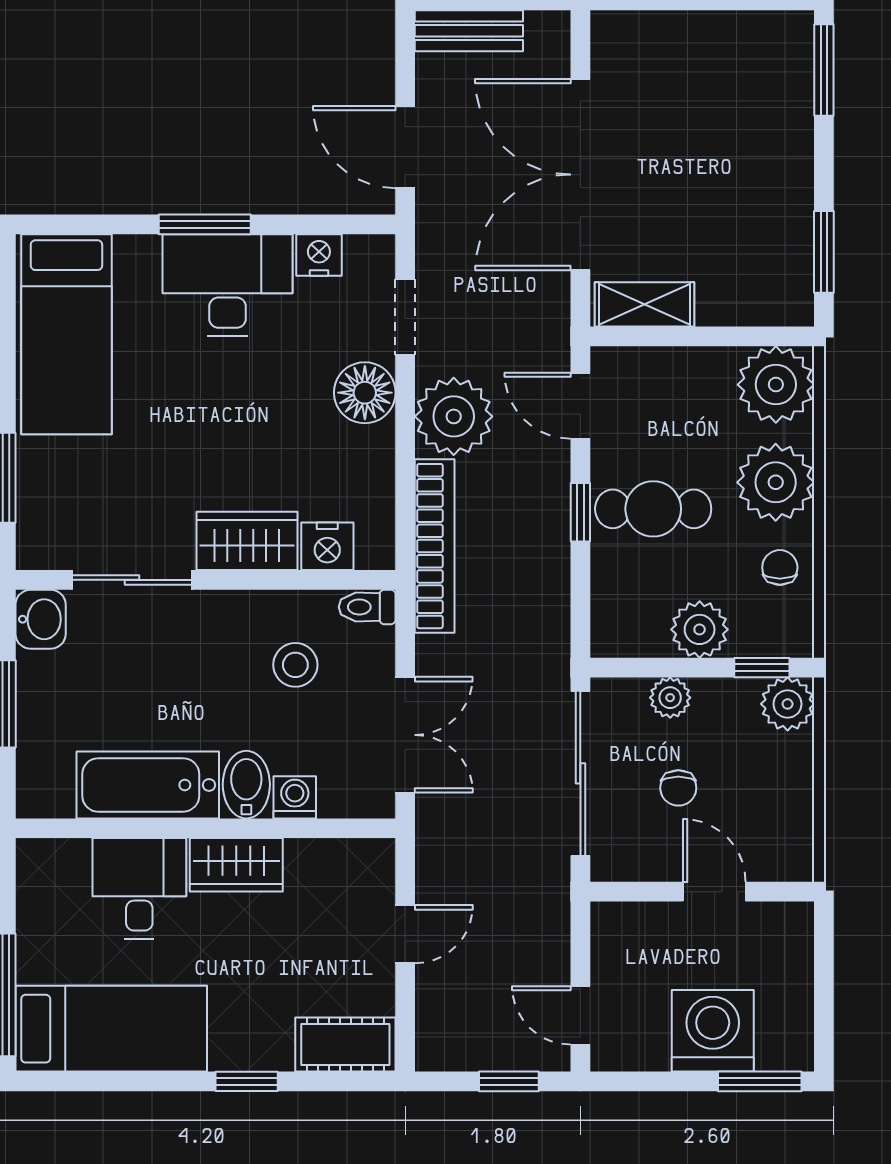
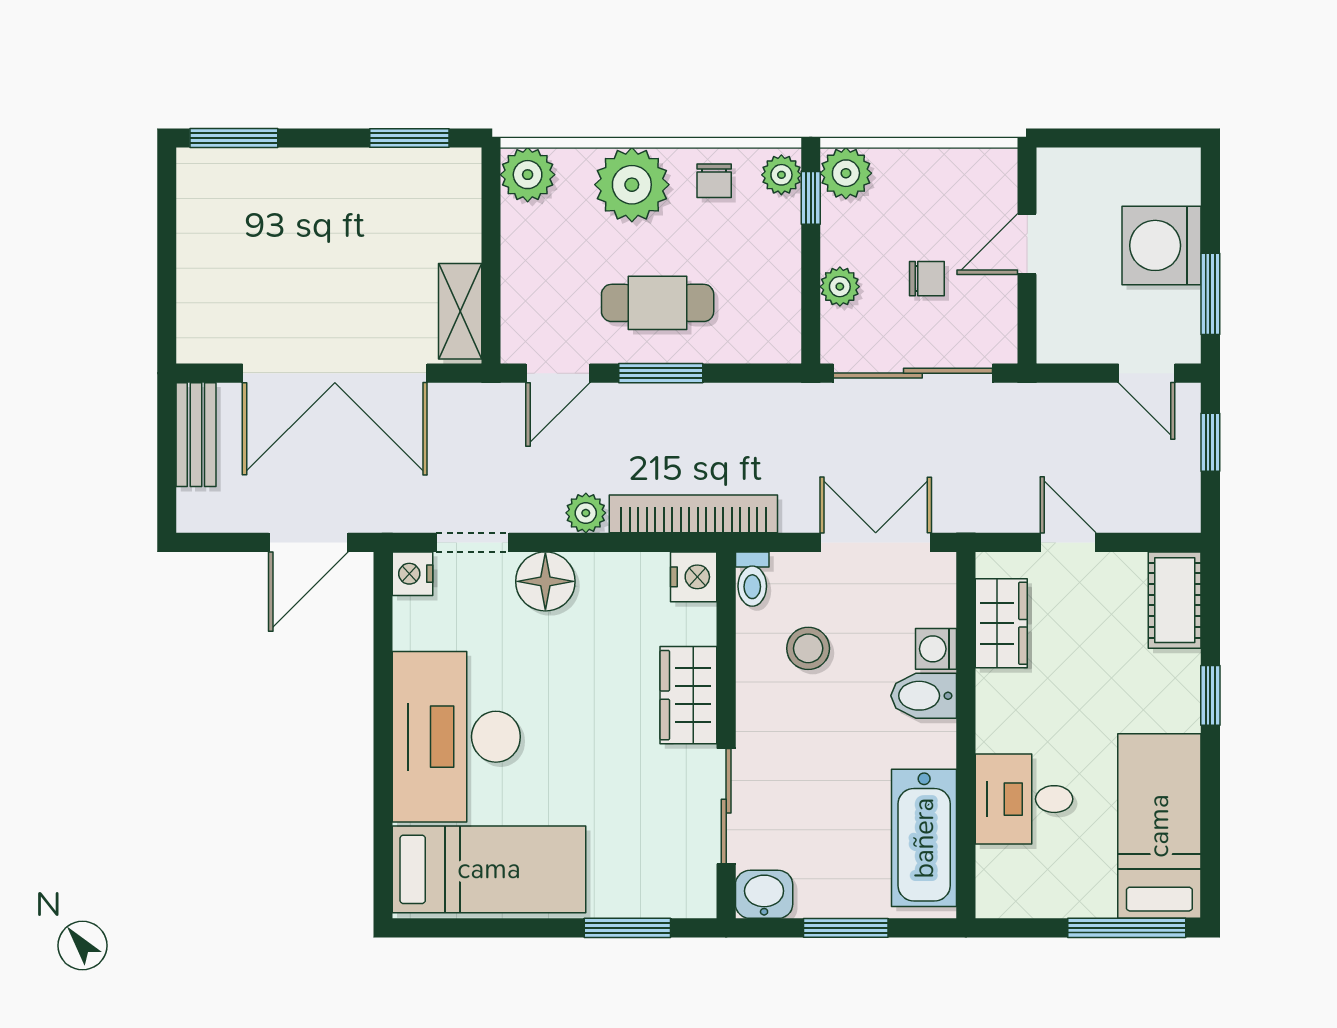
bench: (469, 31) -> (196, 435), moved
window: (205, 224) -> (383, 736), removed
nightstand: (319, 255) -> (412, 574), moved
desk: (228, 285) -> (456, 737), width x1.36, depth x1.30
plant: (776, 385) -> (528, 175), width x0.73, depth x0.73
plant: (454, 416) -> (586, 513), width x0.53, depth x0.53
cafe table: (653, 509) -> (658, 303), turned 90
window: (580, 512) -> (661, 373), width x1.50
nightstand: (327, 546) -> (694, 577), moved
chair: (780, 567) -> (714, 181), turned -90
plant: (700, 629) -> (781, 175), moved, width x0.73, depth x0.73
bathtub: (148, 785) -> (924, 838), moved
wardrobe: (236, 865) -> (1001, 623), moved
door: (580, 1015) -> (1147, 373), hinge flipped
window: (760, 1081) -> (1210, 294), moved

